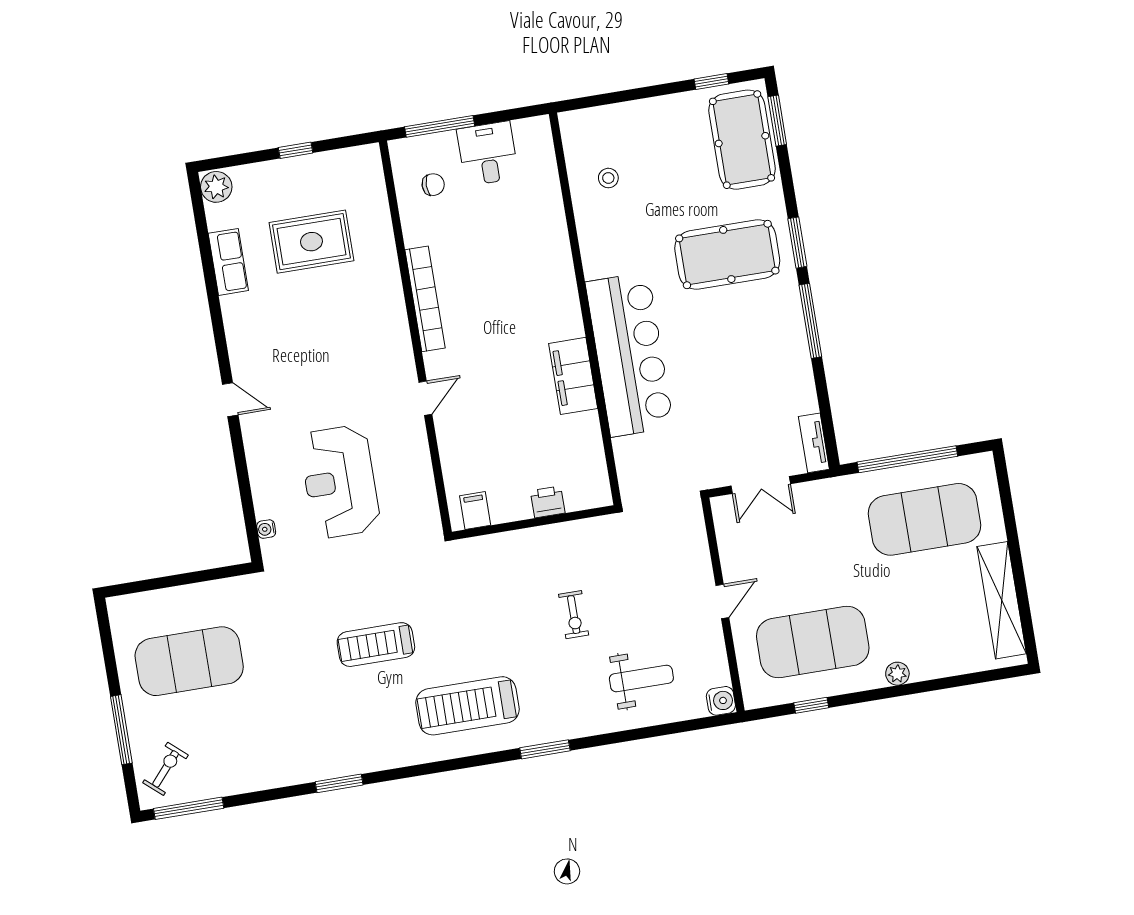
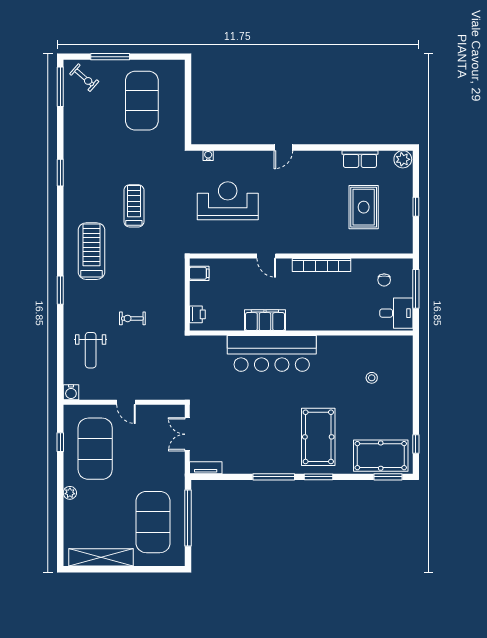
wall: (585, 309) -> (301, 333), moved
bar counter: (630, 355) -> (272, 353), moved
filing cabinet: (573, 376) -> (265, 320), moved

